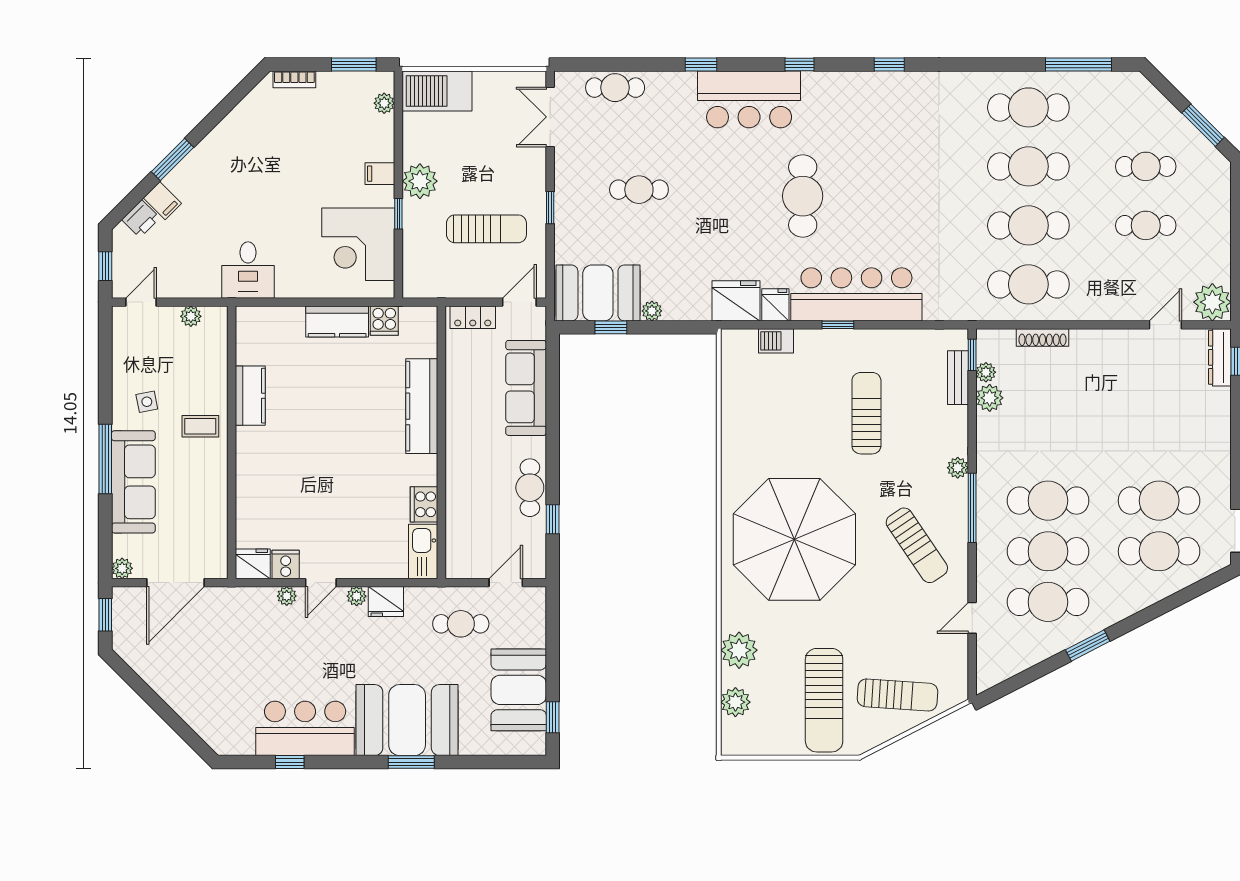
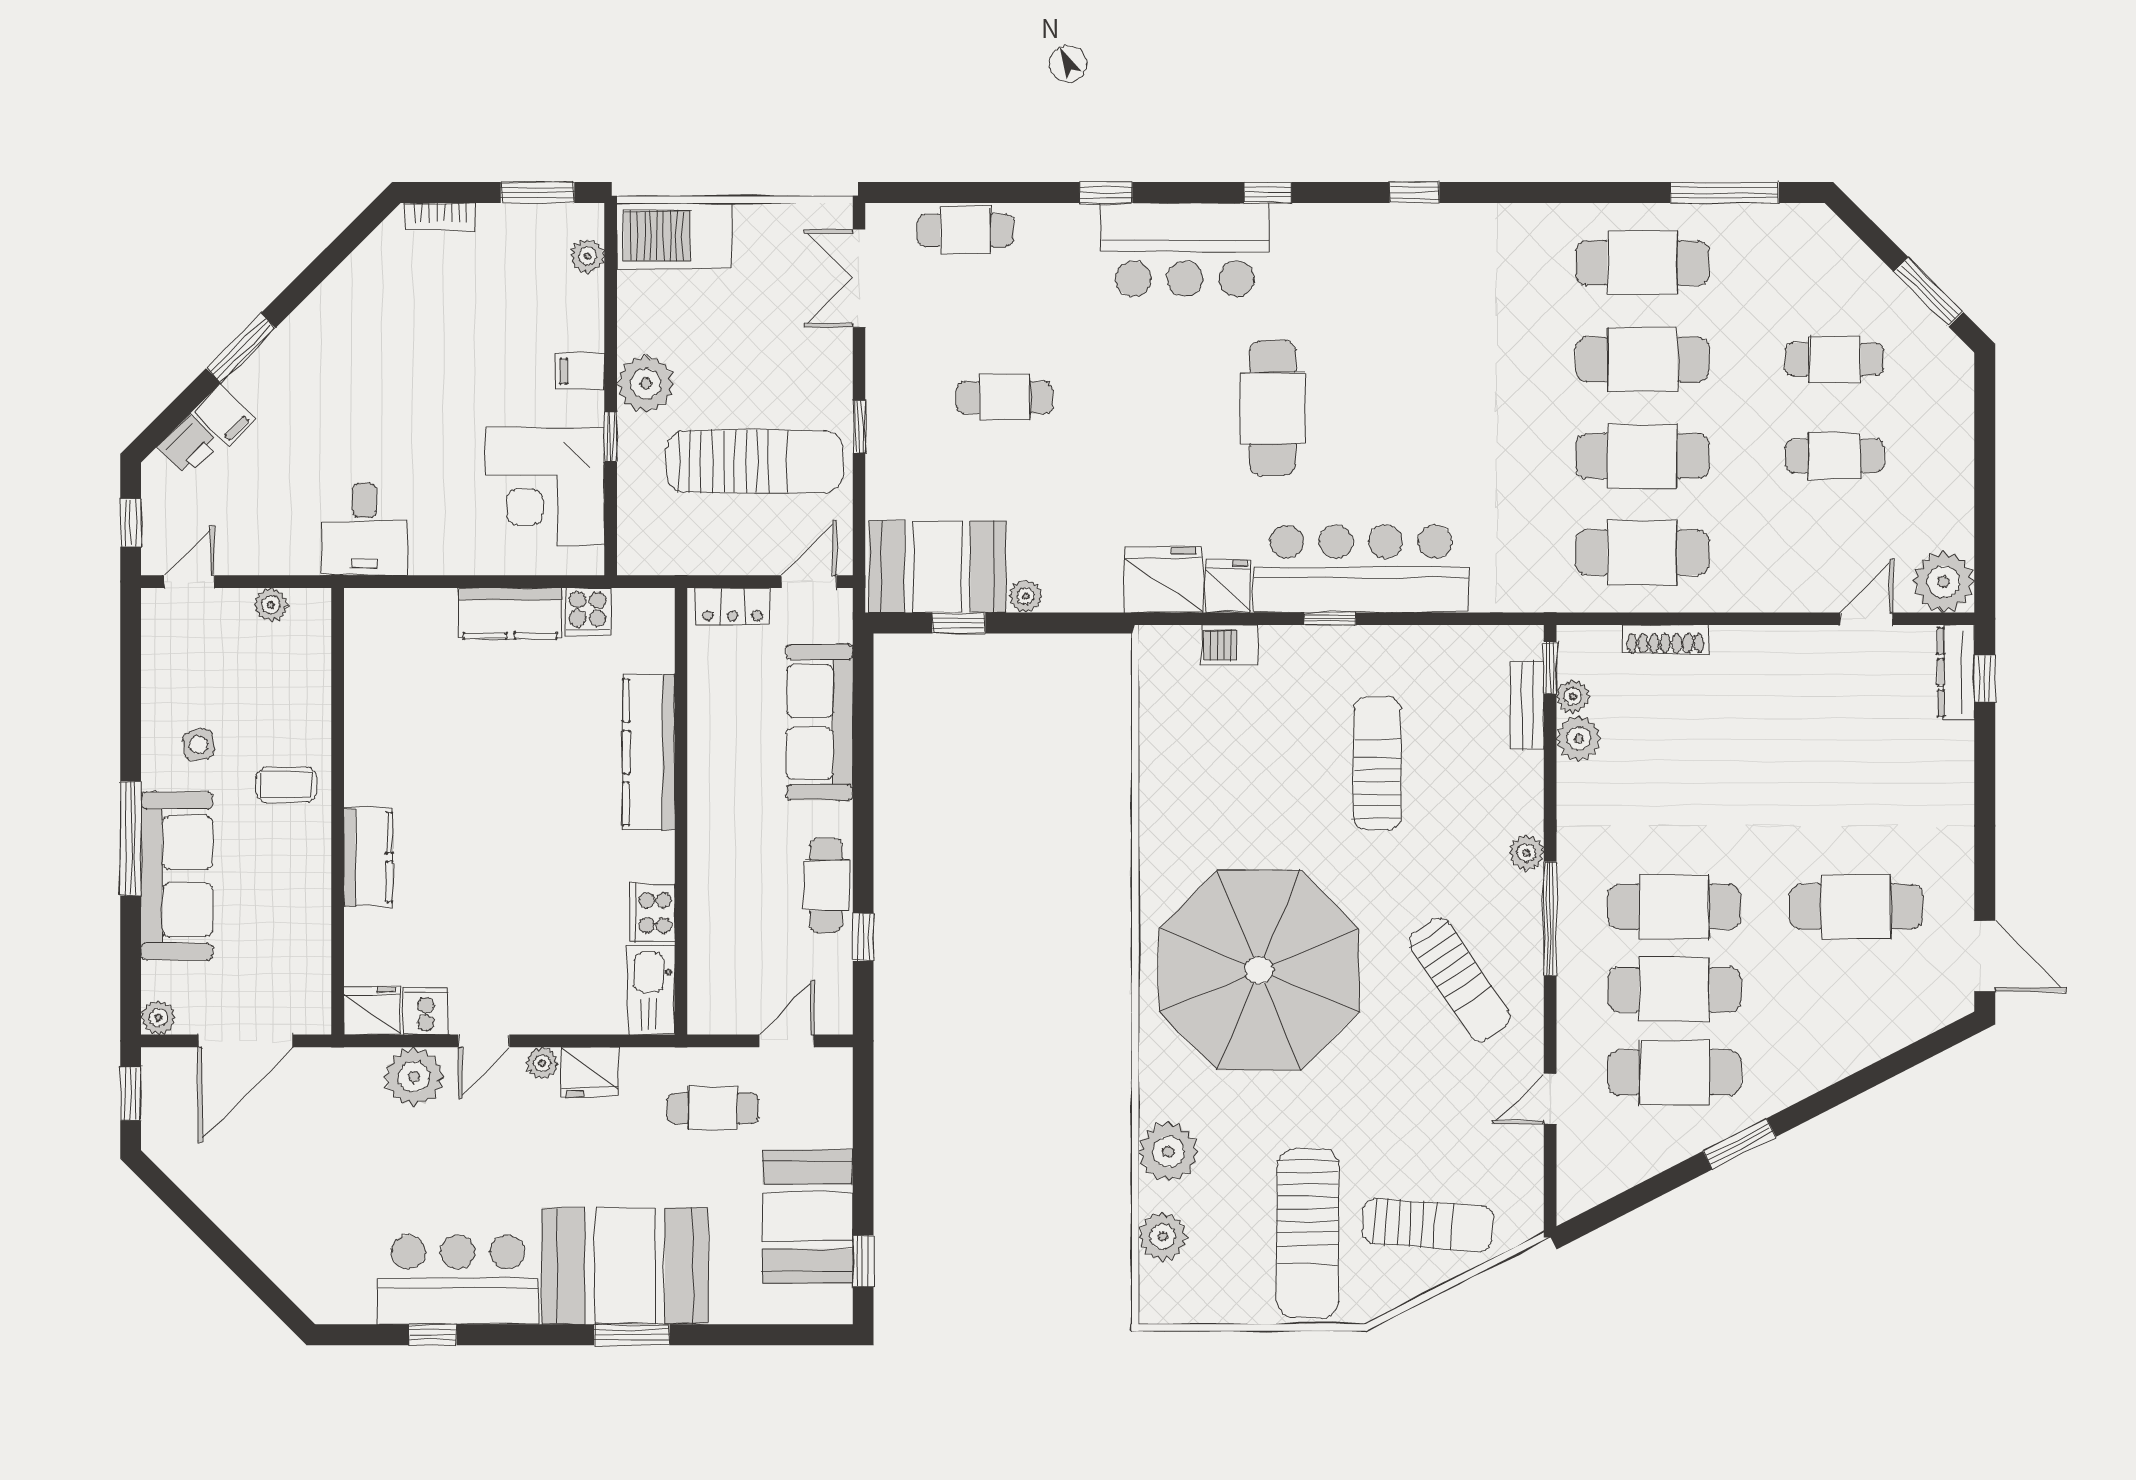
sun lounger: (486, 229) -> (755, 462), width x1.36, depth x1.34
kitchen counter: (250, 396) -> (368, 857), moved
cafe table: (1159, 551) -> (1856, 990), removed
plant: (287, 596) -> (414, 1077), width x1.87, depth x1.87

